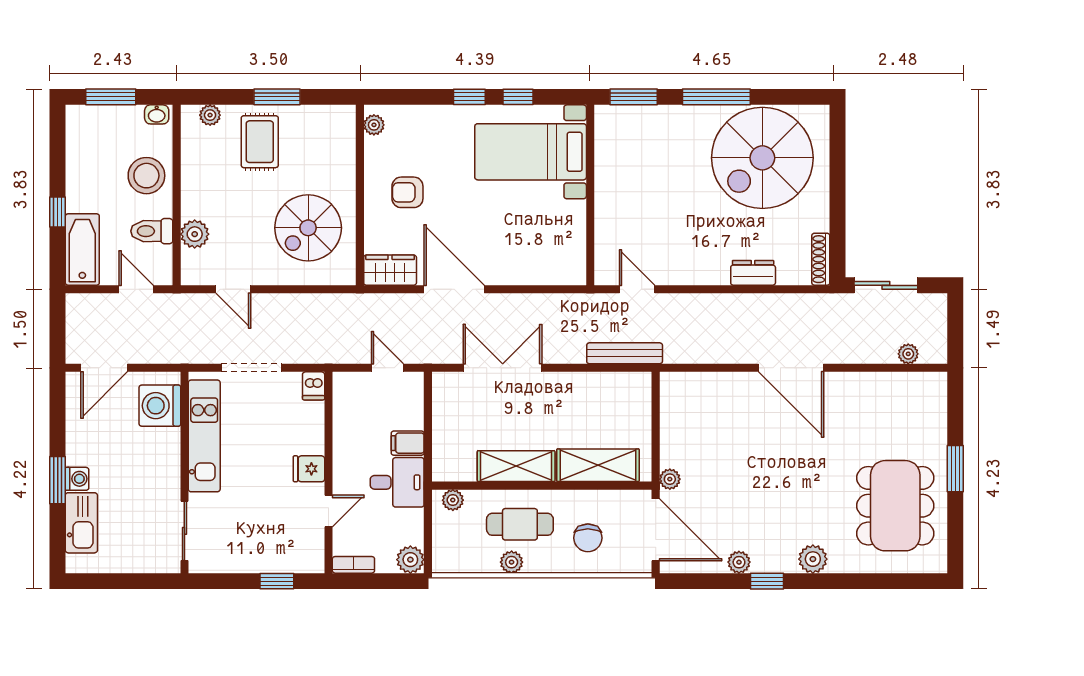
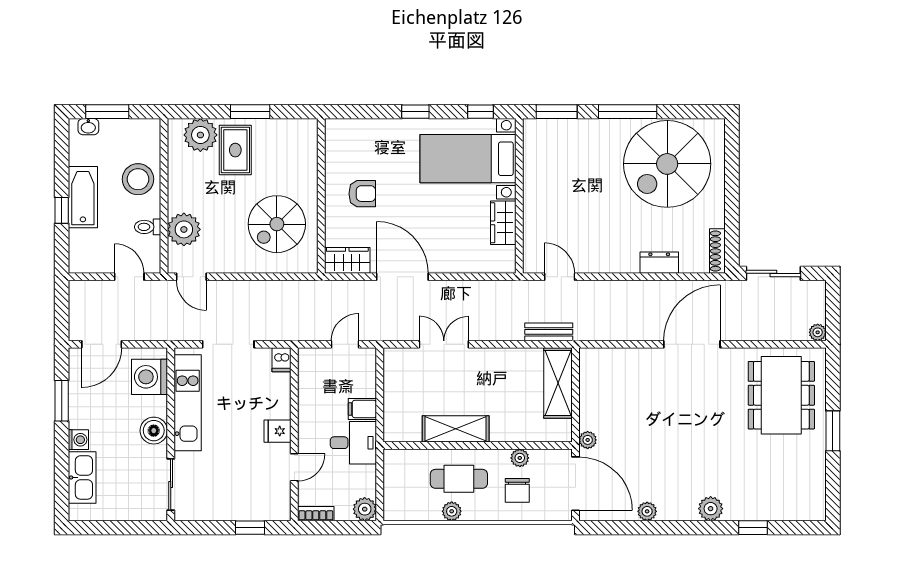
window: (518, 97) -> (481, 112), moved
washbasin: (157, 114) -> (88, 127), moved
plant: (210, 115) -> (200, 135), width x1.87, depth x1.87
plant: (374, 125) -> (333, 136), removed
armchair: (407, 192) -> (362, 194), turned 180
wardrobe: (572, 226) -> (503, 223), added
toilet: (152, 231) -> (148, 227), width x0.73, depth x0.72
plant: (195, 234) -> (184, 229), width x1.36, depth x1.36
bathtub: (82, 249) -> (83, 197), moved
door: (233, 289) -> (191, 277), moved
bench: (625, 353) -> (549, 332), width x0.73
plant: (908, 354) -> (818, 332), moved
door: (387, 368) -> (345, 344), hinge flipped
double door: (503, 368) -> (444, 344), width x0.73
door: (791, 368) -> (692, 344), swing flipped
shelving: (598, 465) -> (558, 383), moved, turned 90
boiler: (165, 468) -> (154, 431), added
window: (58, 480) -> (62, 401), moved
plant: (453, 500) -> (520, 458), moved
dining table: (895, 506) -> (781, 395), moved
window: (767, 581) -> (753, 528), moved

